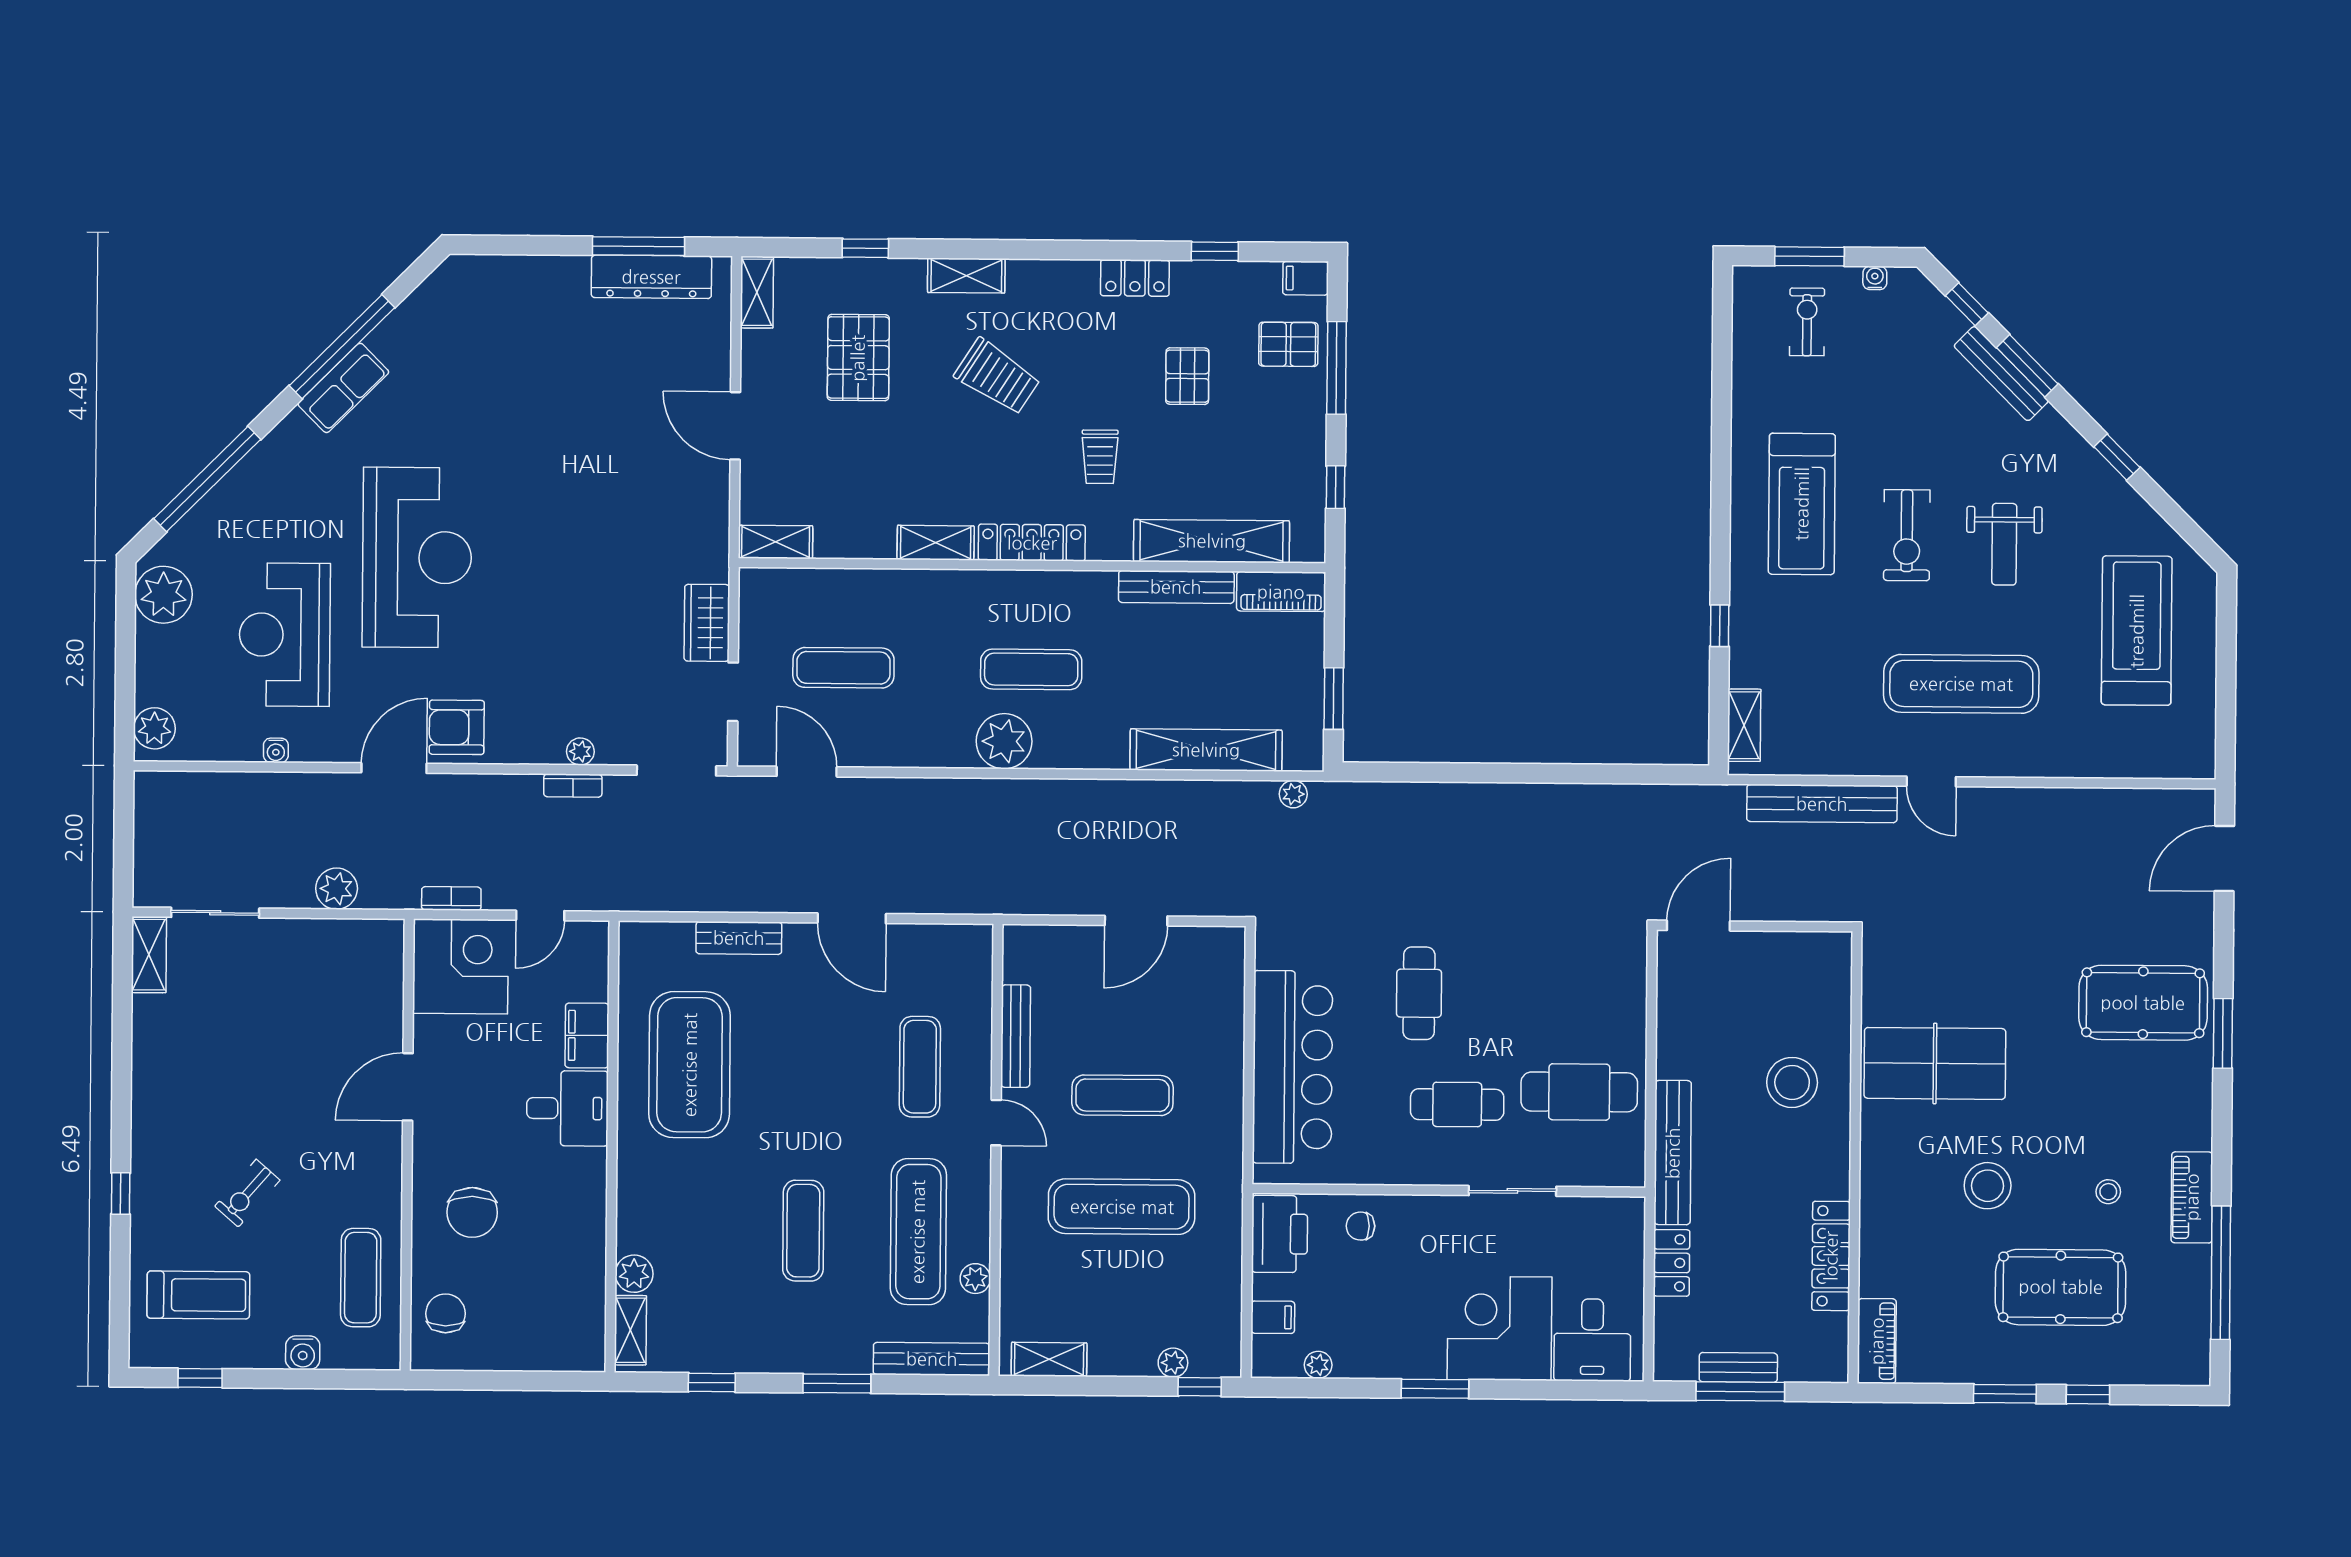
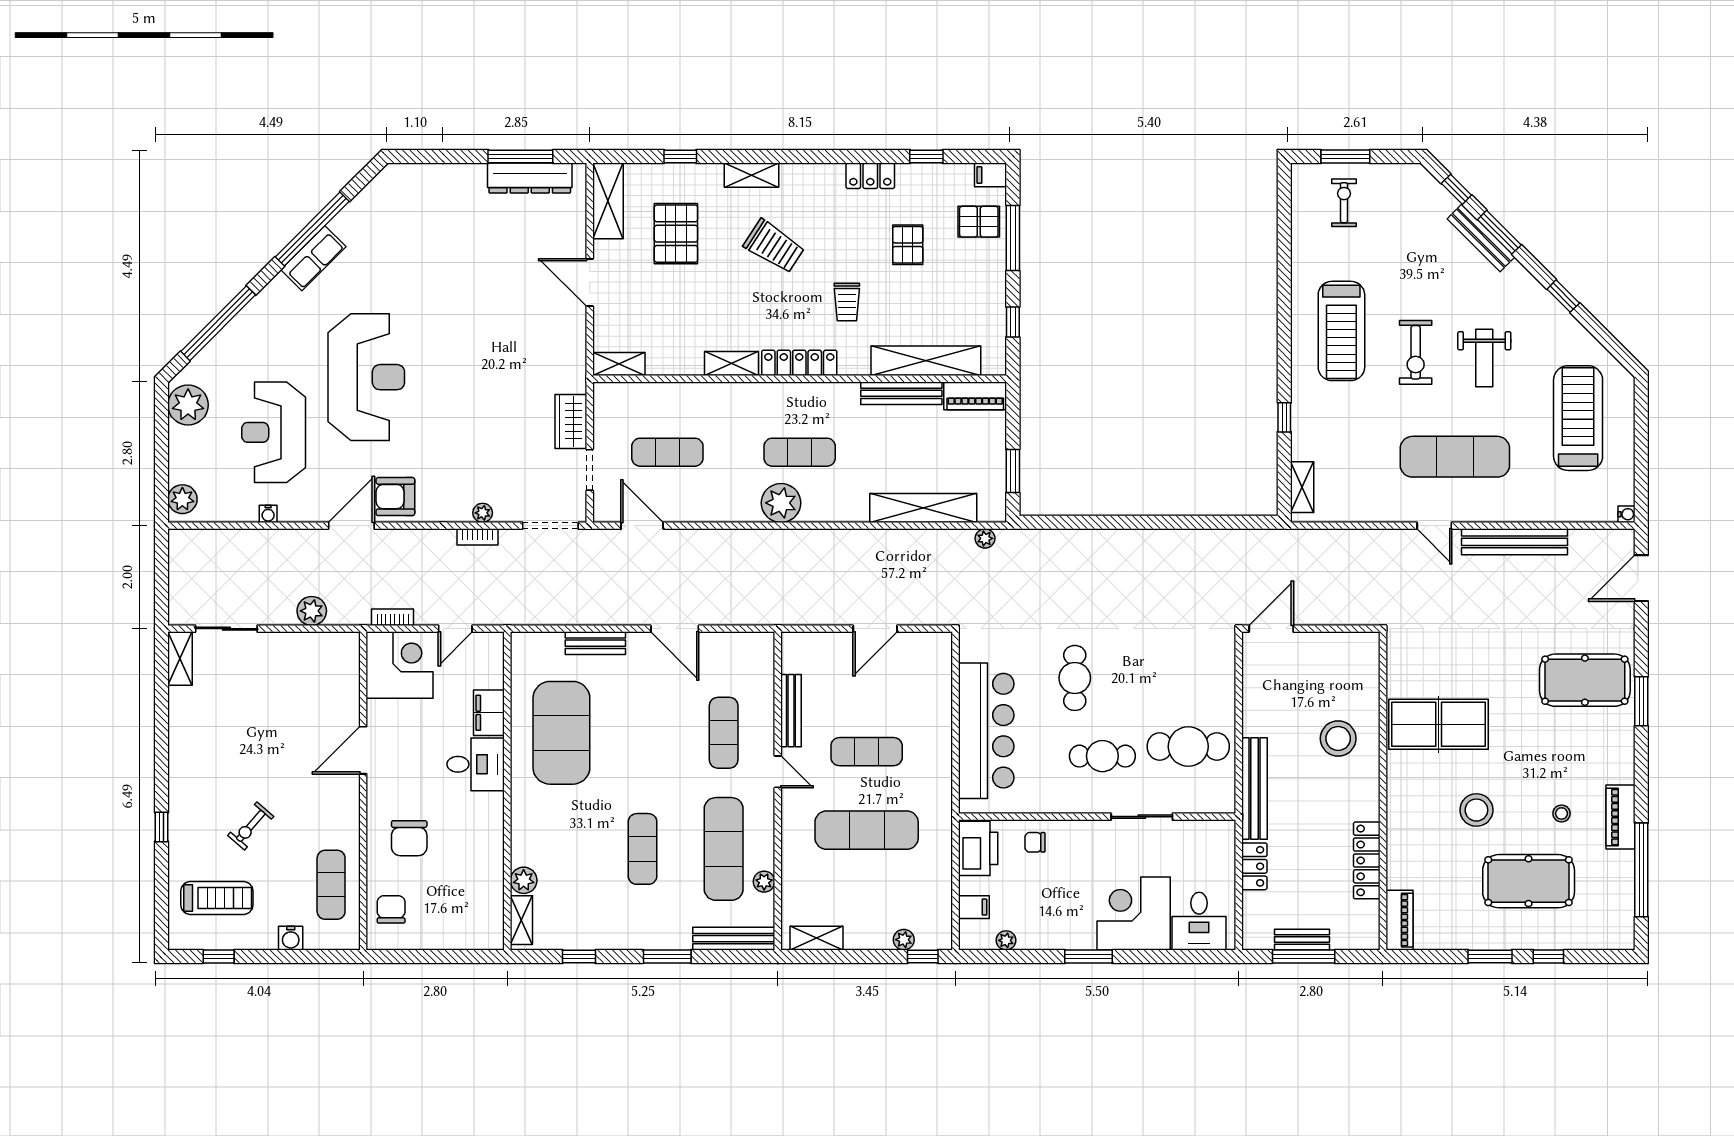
water cooler: (1875, 278) -> (1626, 514), moved, turned 90
shelving: (757, 292) -> (608, 201), width x1.50, depth x1.33
bench: (1822, 804) -> (1515, 542), moved

